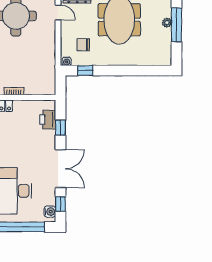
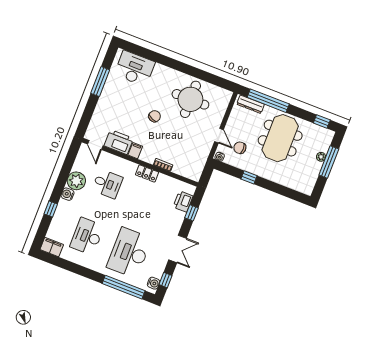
door: (58, 12) -> (219, 136), moved
window: (85, 71) -> (249, 177), moved
double door: (60, 169) -> (178, 249), width x0.73

